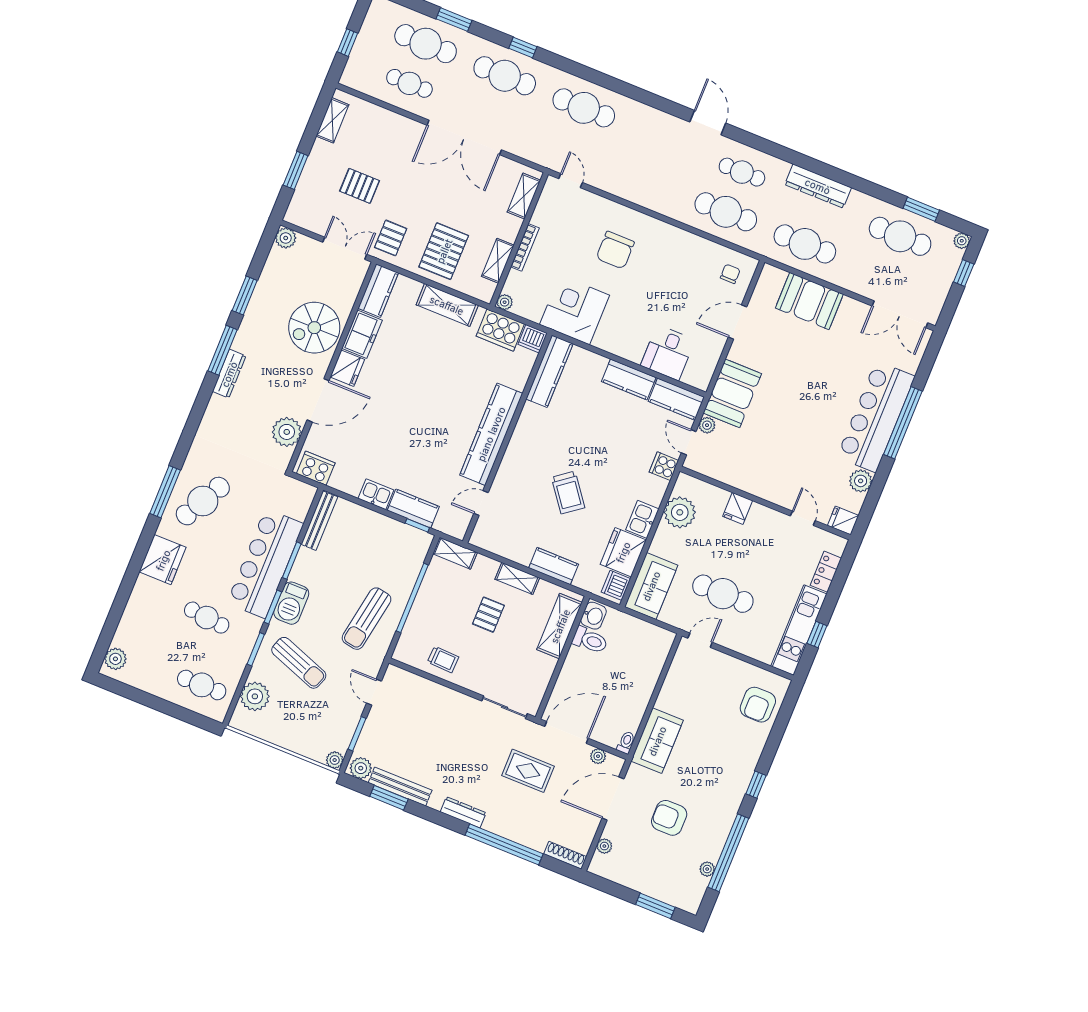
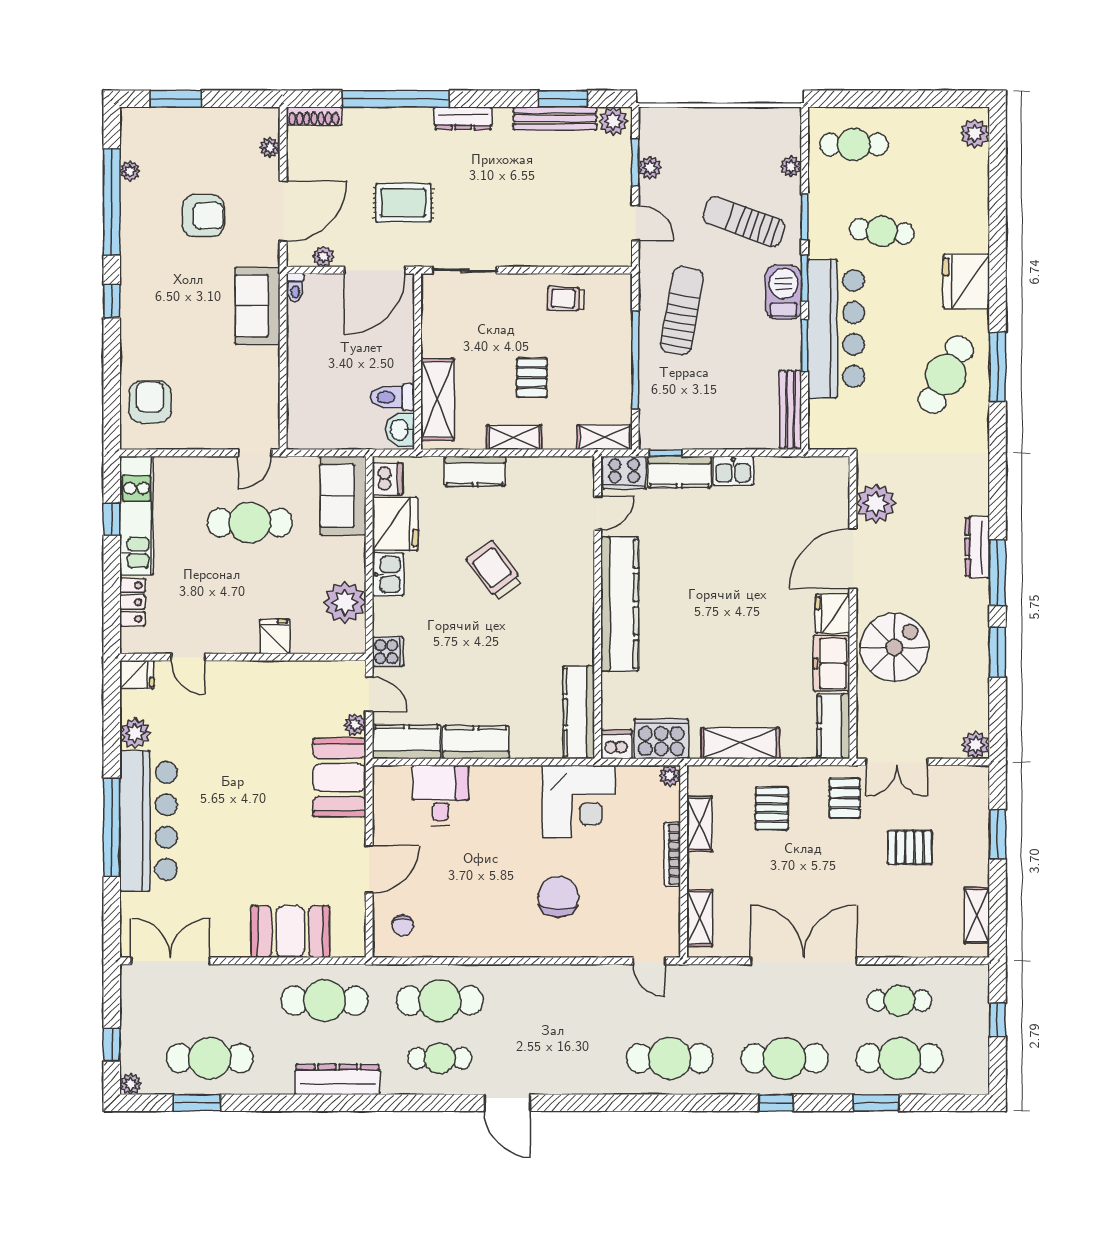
pallet: (444, 251) -> (772, 808), width x0.67, depth x0.71
cooker: (316, 468) -> (624, 473), moved
plant: (255, 696) -> (791, 166), width x0.53, depth x0.53
plant: (335, 760) -> (650, 168), moved

